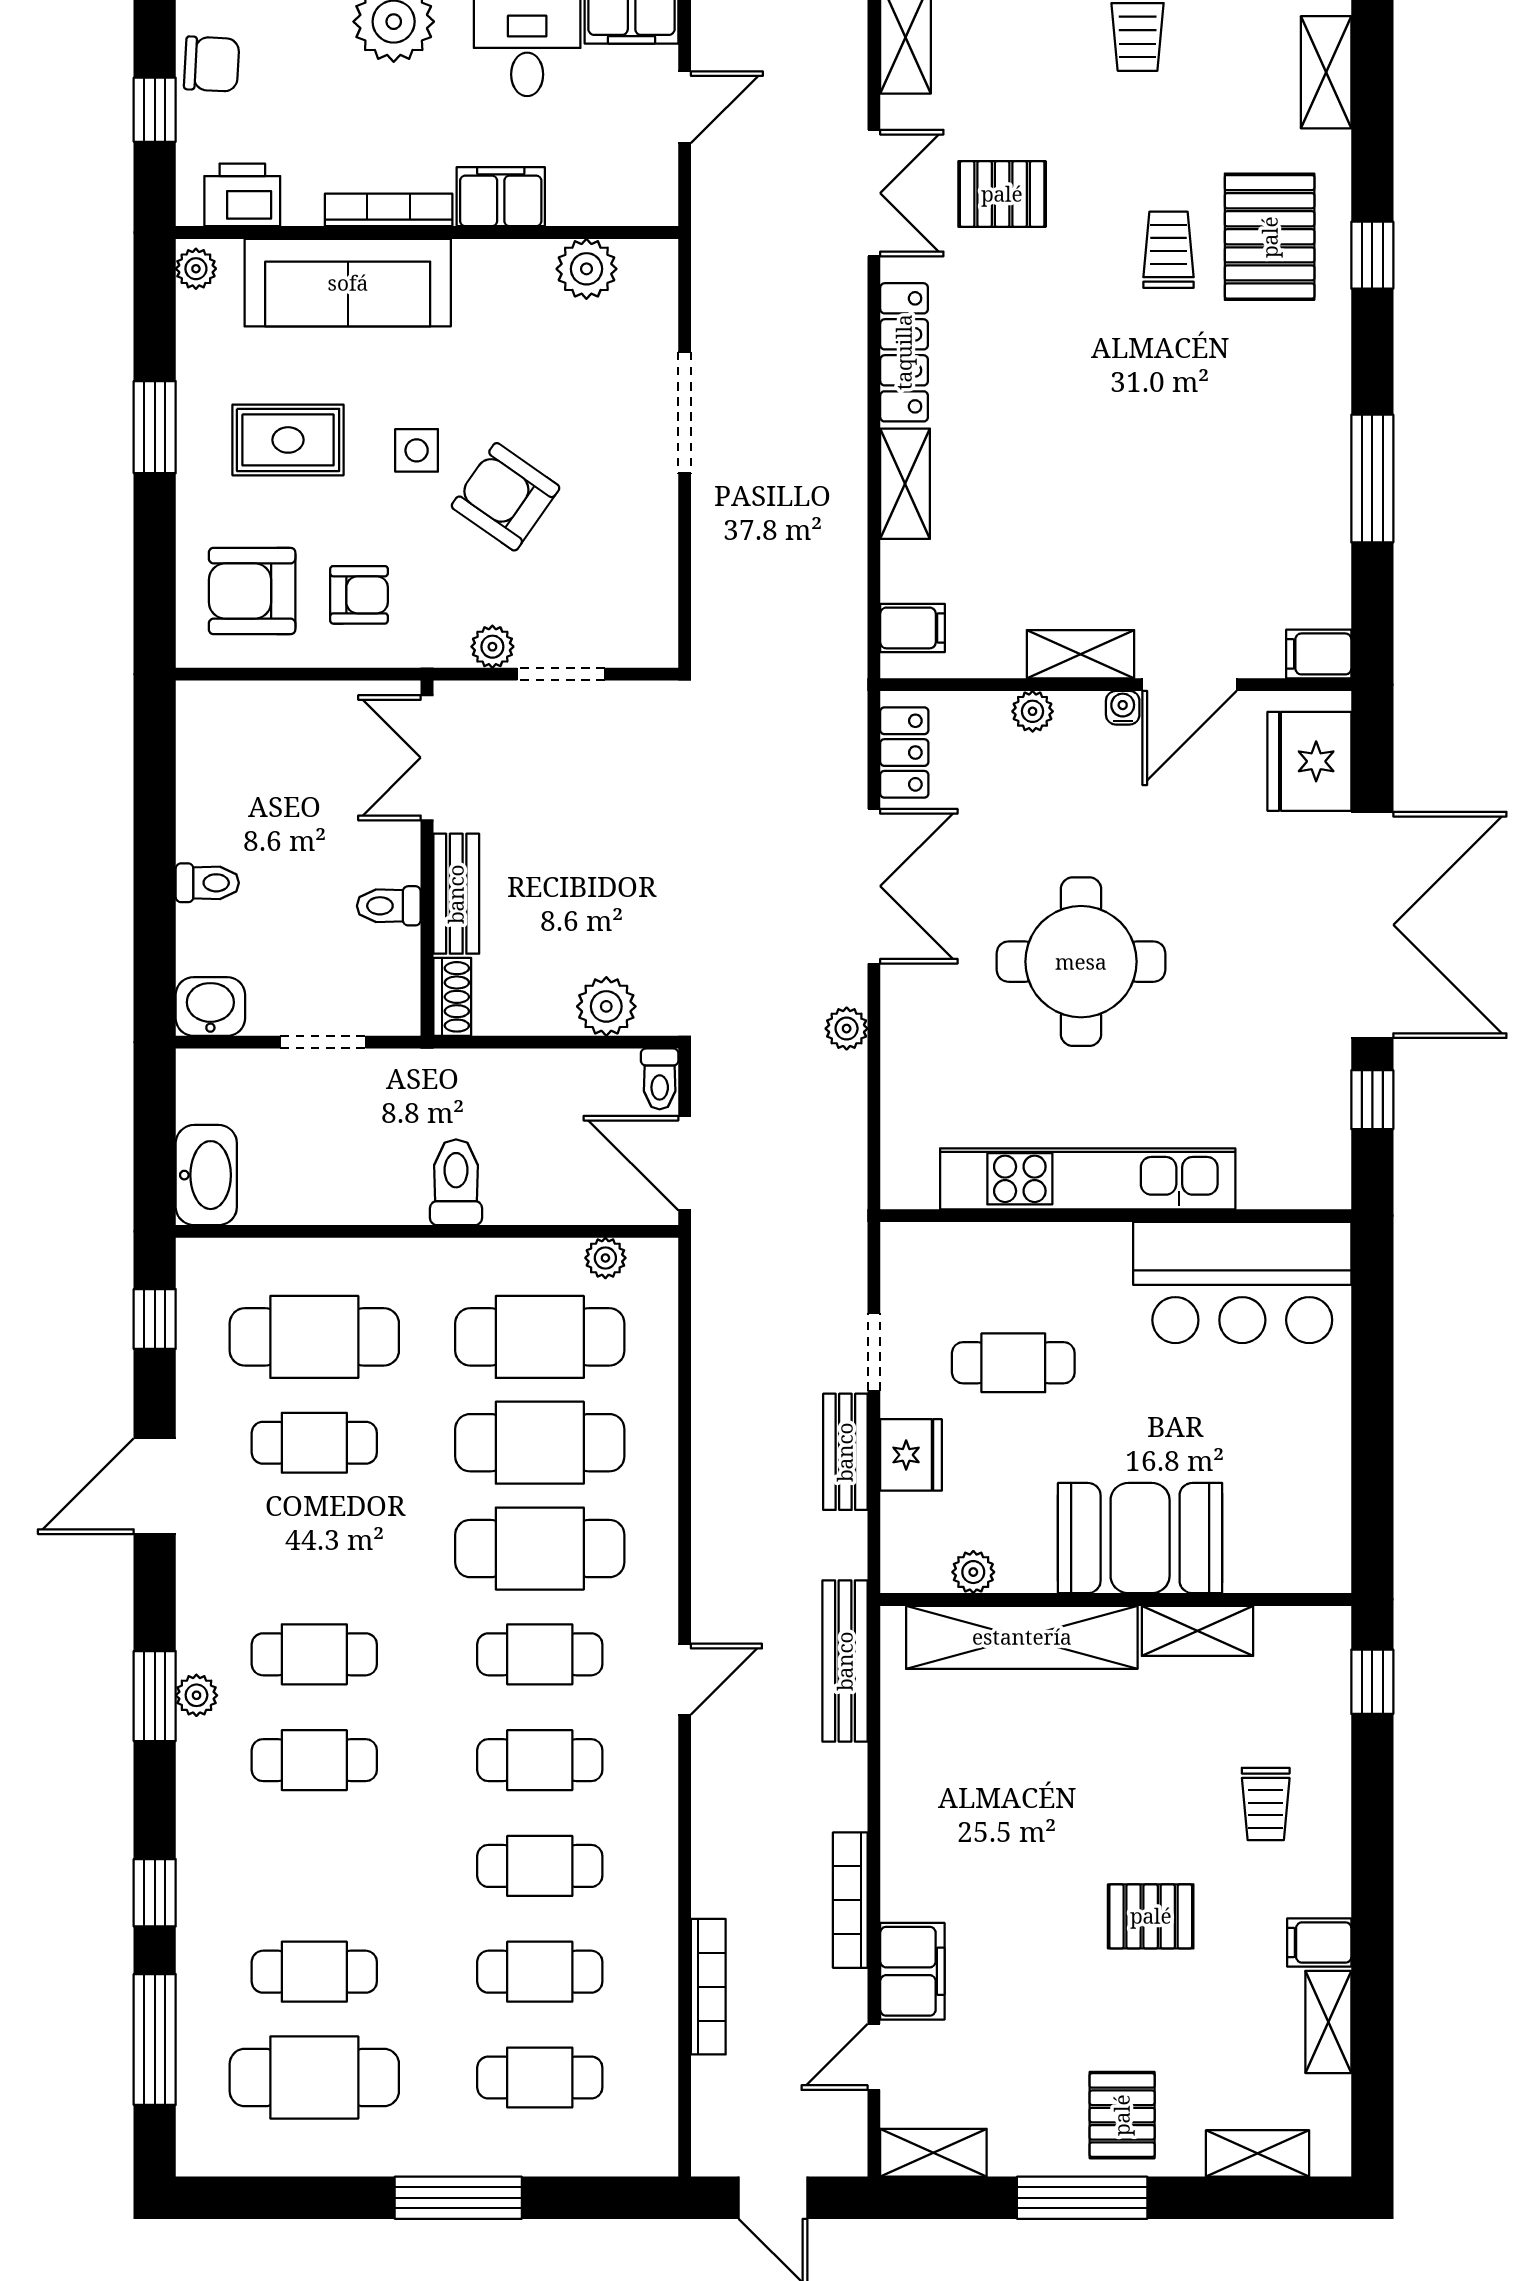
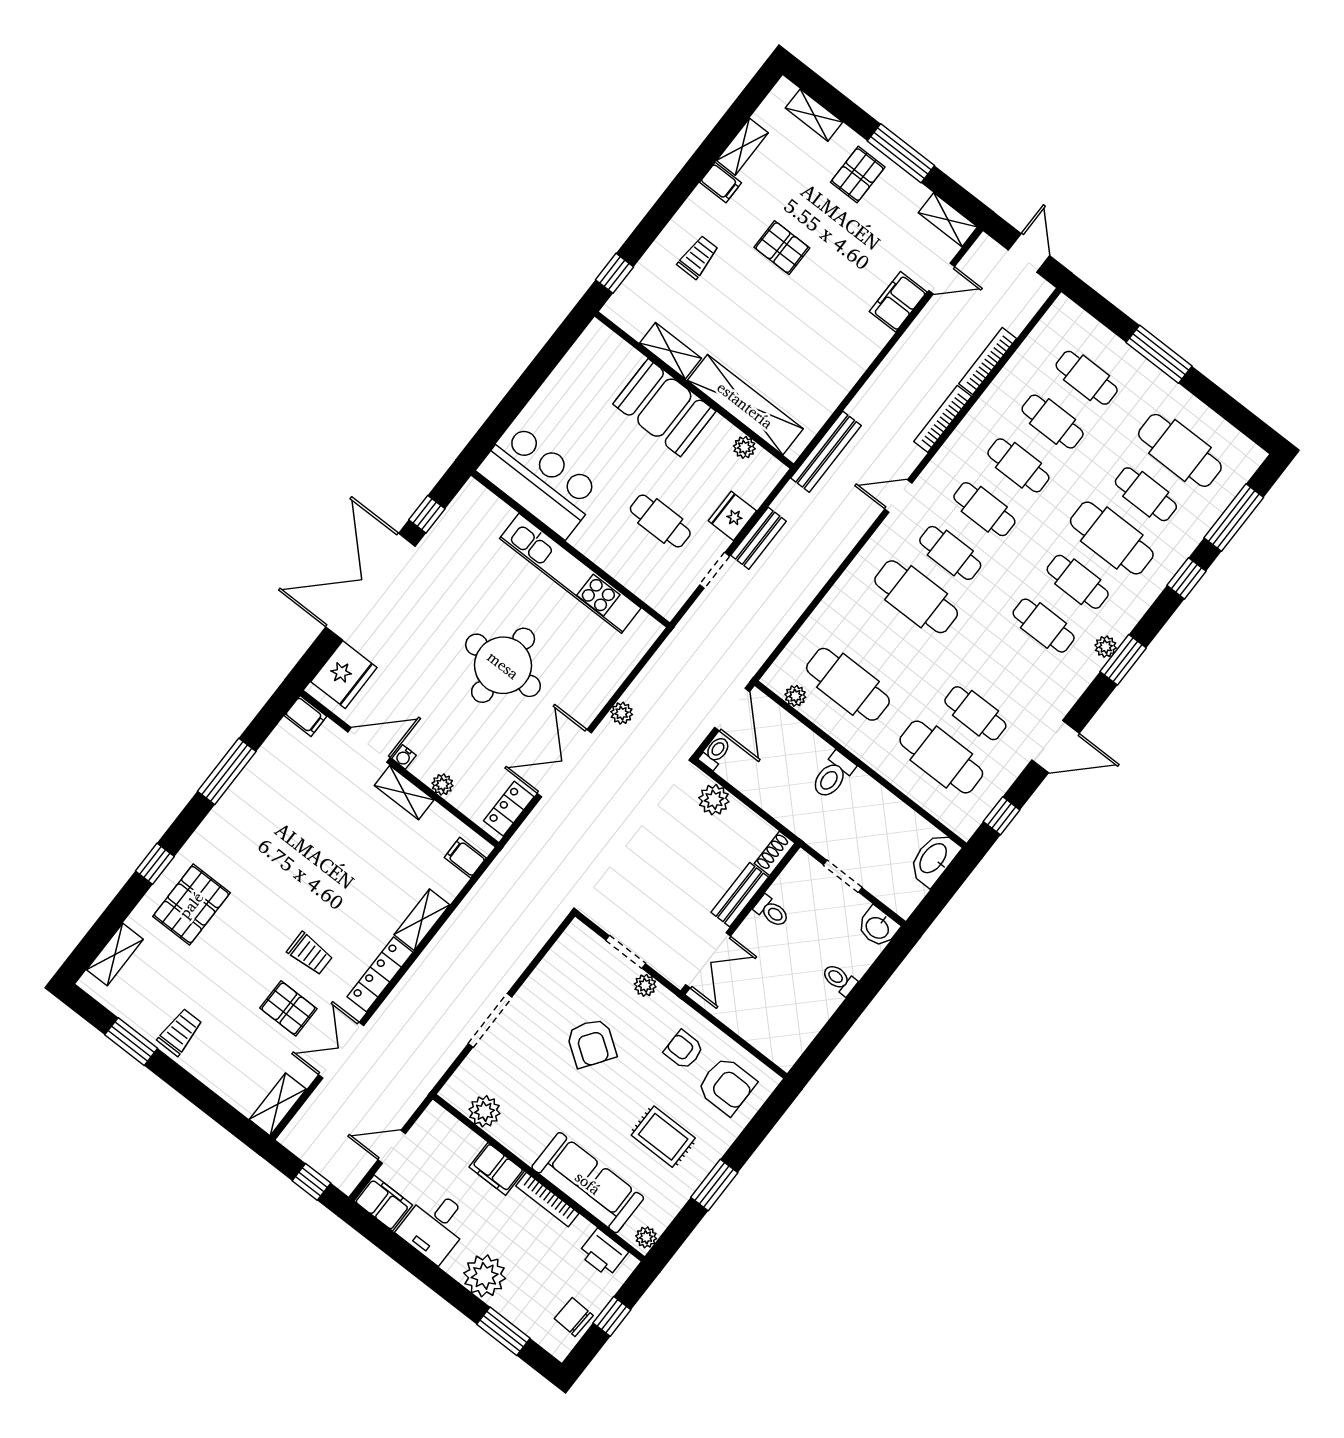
trolley: (1168, 250) -> (310, 954), moved, turned -90
side table: (417, 450) -> (613, 1091), removed
cafe table: (540, 1443) -> (1112, 538), moved
bookcase: (850, 1900) -> (943, 419), moved, turned 180

